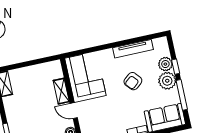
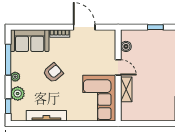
window: (176, 67) -> (8, 106), moved
armchair: (133, 81) -> (53, 73), moved
plant: (167, 81) -> (15, 77), width x0.53, depth x0.53

